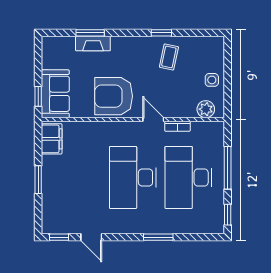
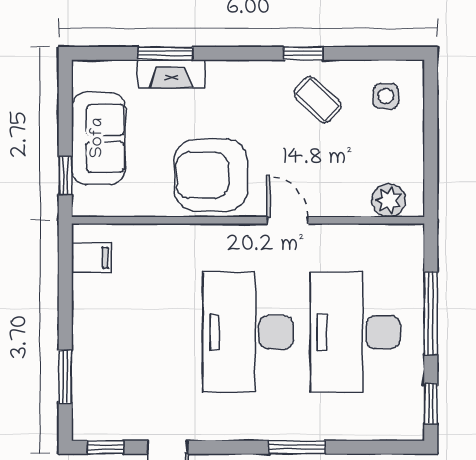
coffee table: (169, 57) -> (318, 100), turned -59
side table: (212, 80) -> (386, 96), moved
sofa: (55, 94) -> (98, 138), moved
bookcase: (177, 126) -> (334, 233), removed
filing cabinet: (52, 139) -> (91, 258), width x0.50
window: (38, 180) -> (65, 377), moved

